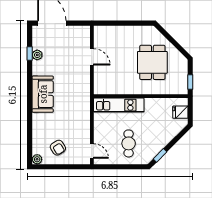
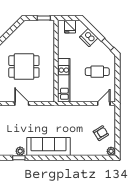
door: (92, 57) -> (22, 104), hinge flipped
dining table: (152, 62) -> (24, 67), moved
sofa: (43, 94) -> (49, 146), width x1.36
dishwasher: (168, 134) -> (89, 38), added

